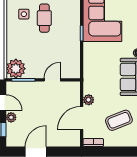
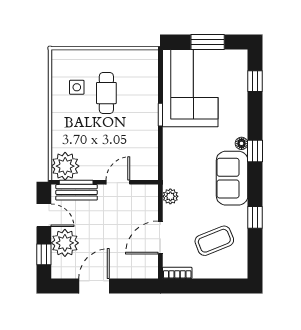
bench: (24, 87) -> (77, 192), added
plant: (89, 100) -> (170, 196), moved
plant: (11, 117) -> (65, 243), width x1.88, depth x1.88

